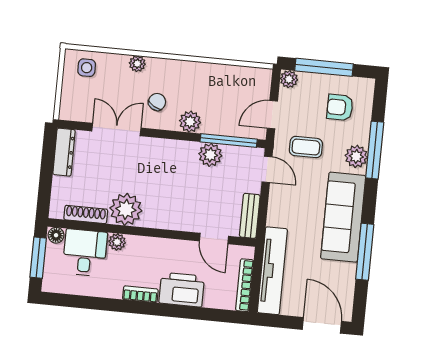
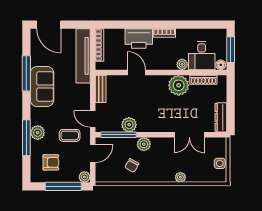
side table: (87, 68) -> (220, 163), moved
chair: (157, 102) -> (132, 166), moved
sofa: (343, 217) -> (42, 86), width x0.73
door: (214, 239) -> (136, 72), moved

